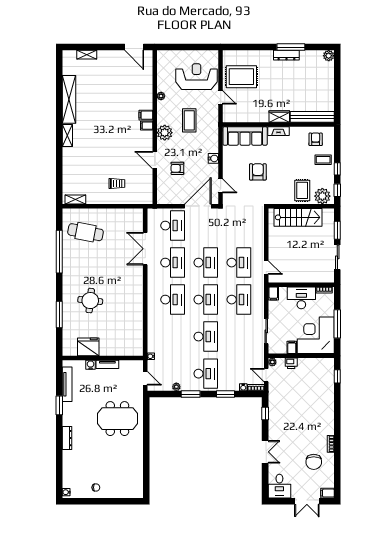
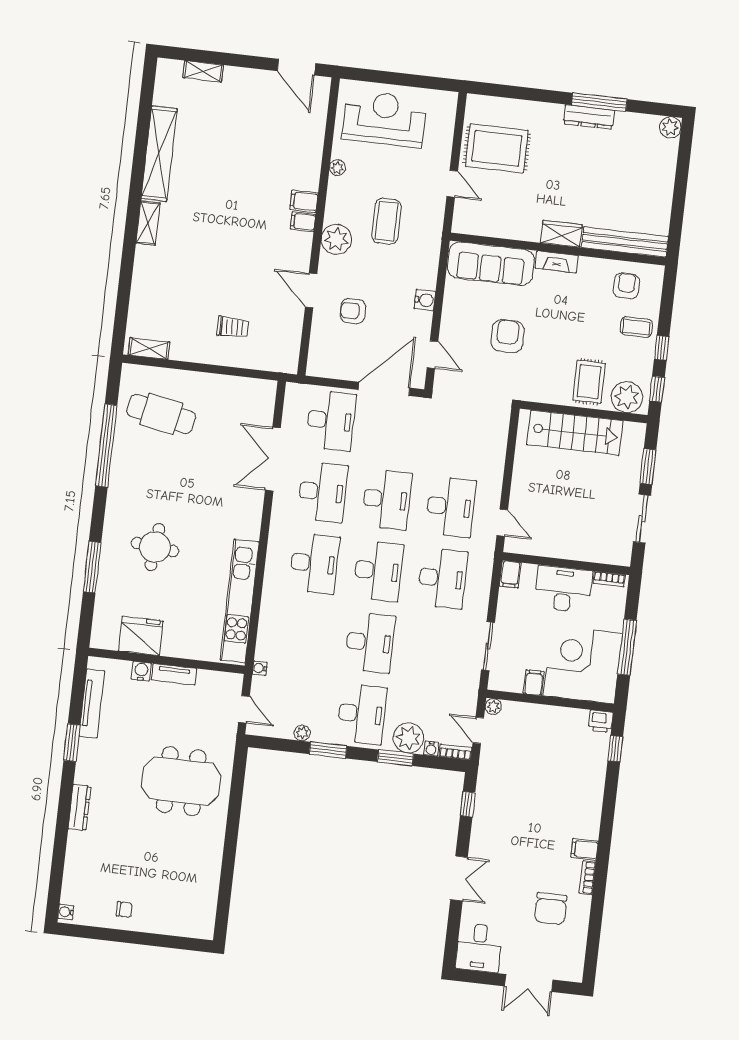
reception desk: (196, 77) -> (384, 119), moved
kitchen unit: (137, 323) -> (240, 601), added
printer: (291, 363) -> (601, 721), moved
plant: (231, 383) -> (408, 738), added
filing cabinet: (327, 493) -> (585, 849), moved

